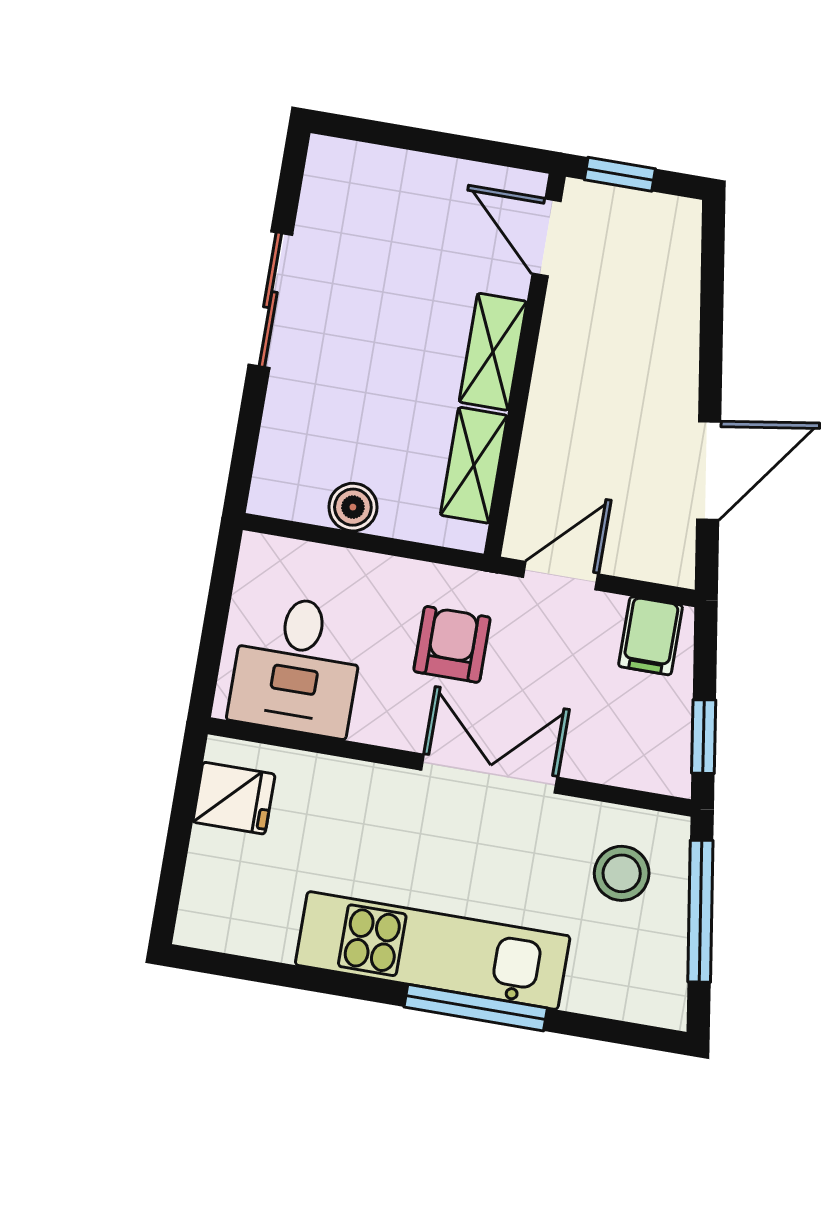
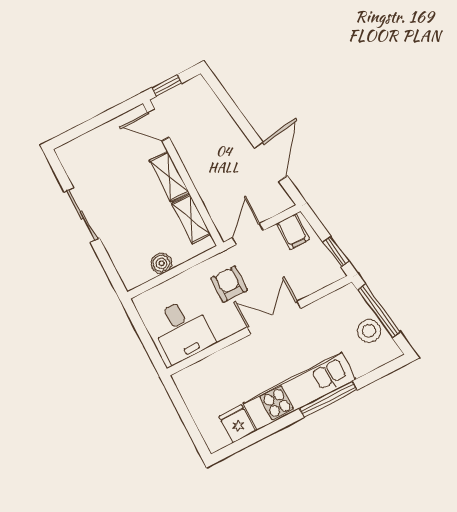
fridge: (234, 798) -> (237, 424), moved, turned -90
stool: (622, 873) -> (369, 331), moved

